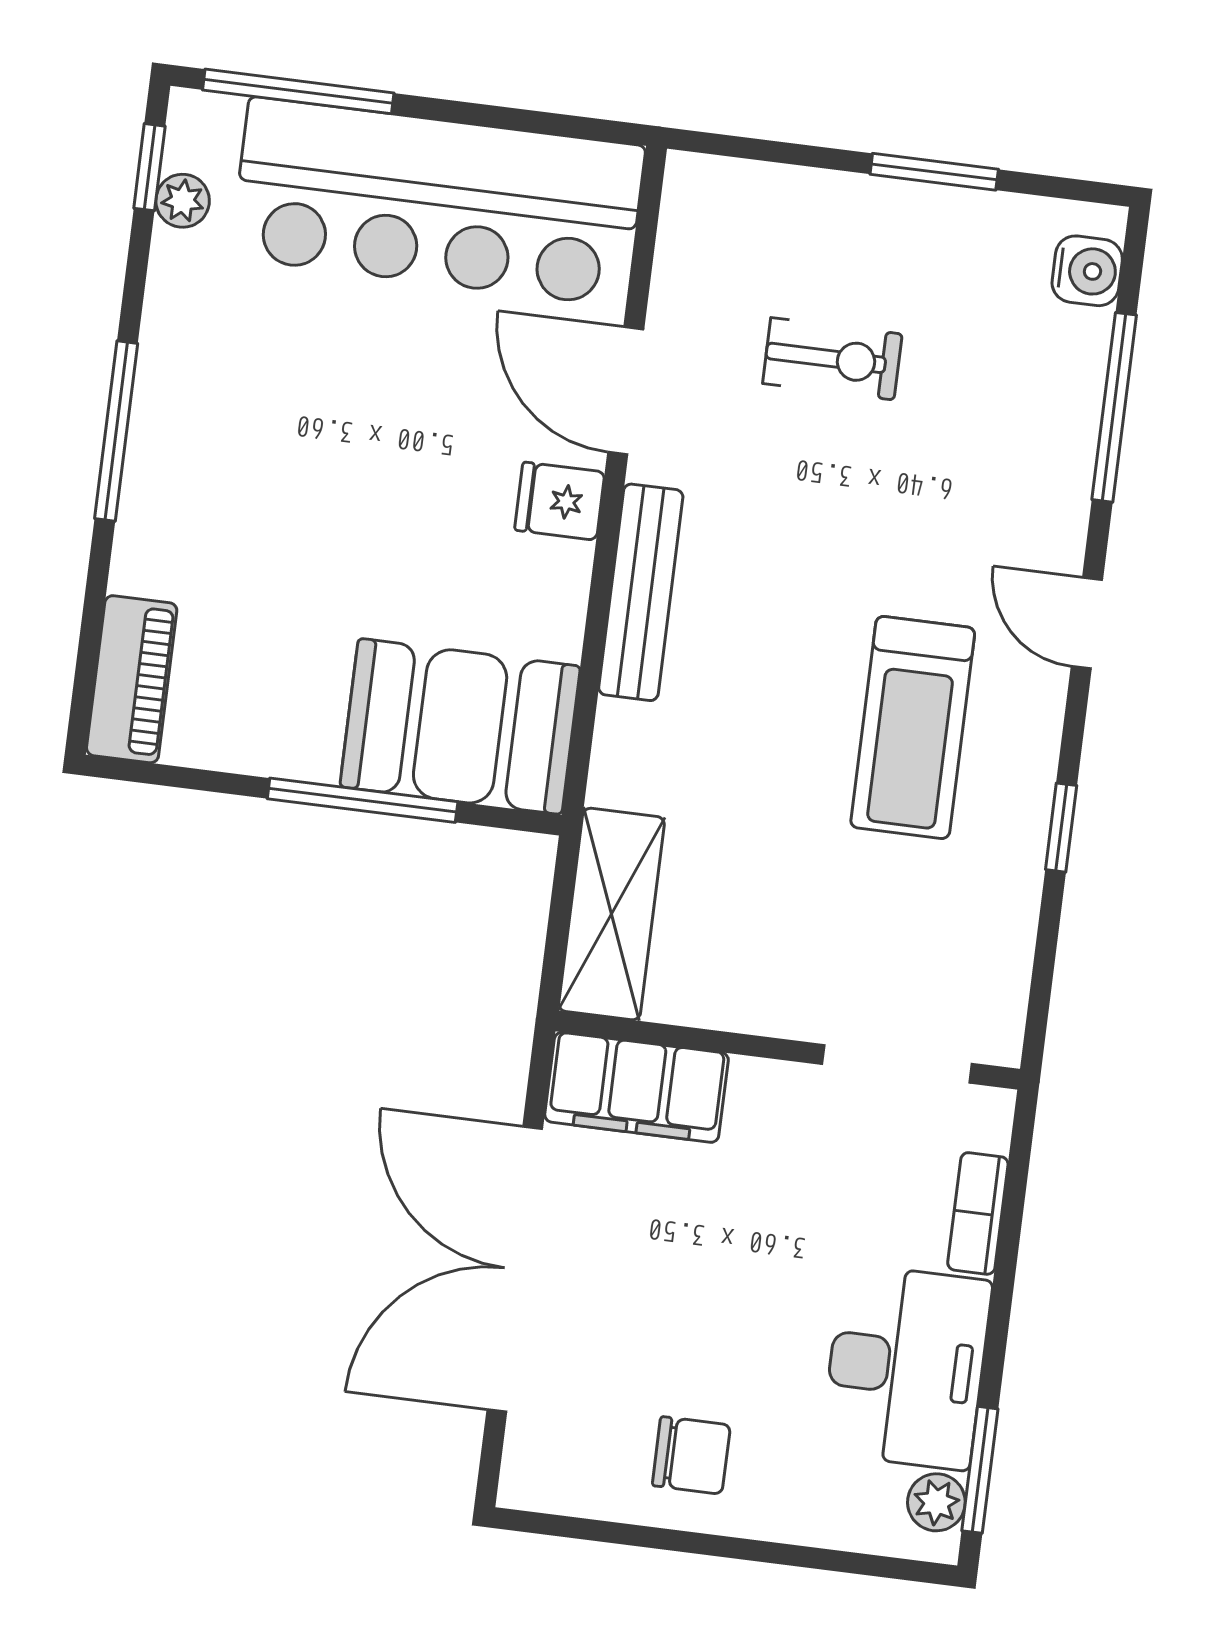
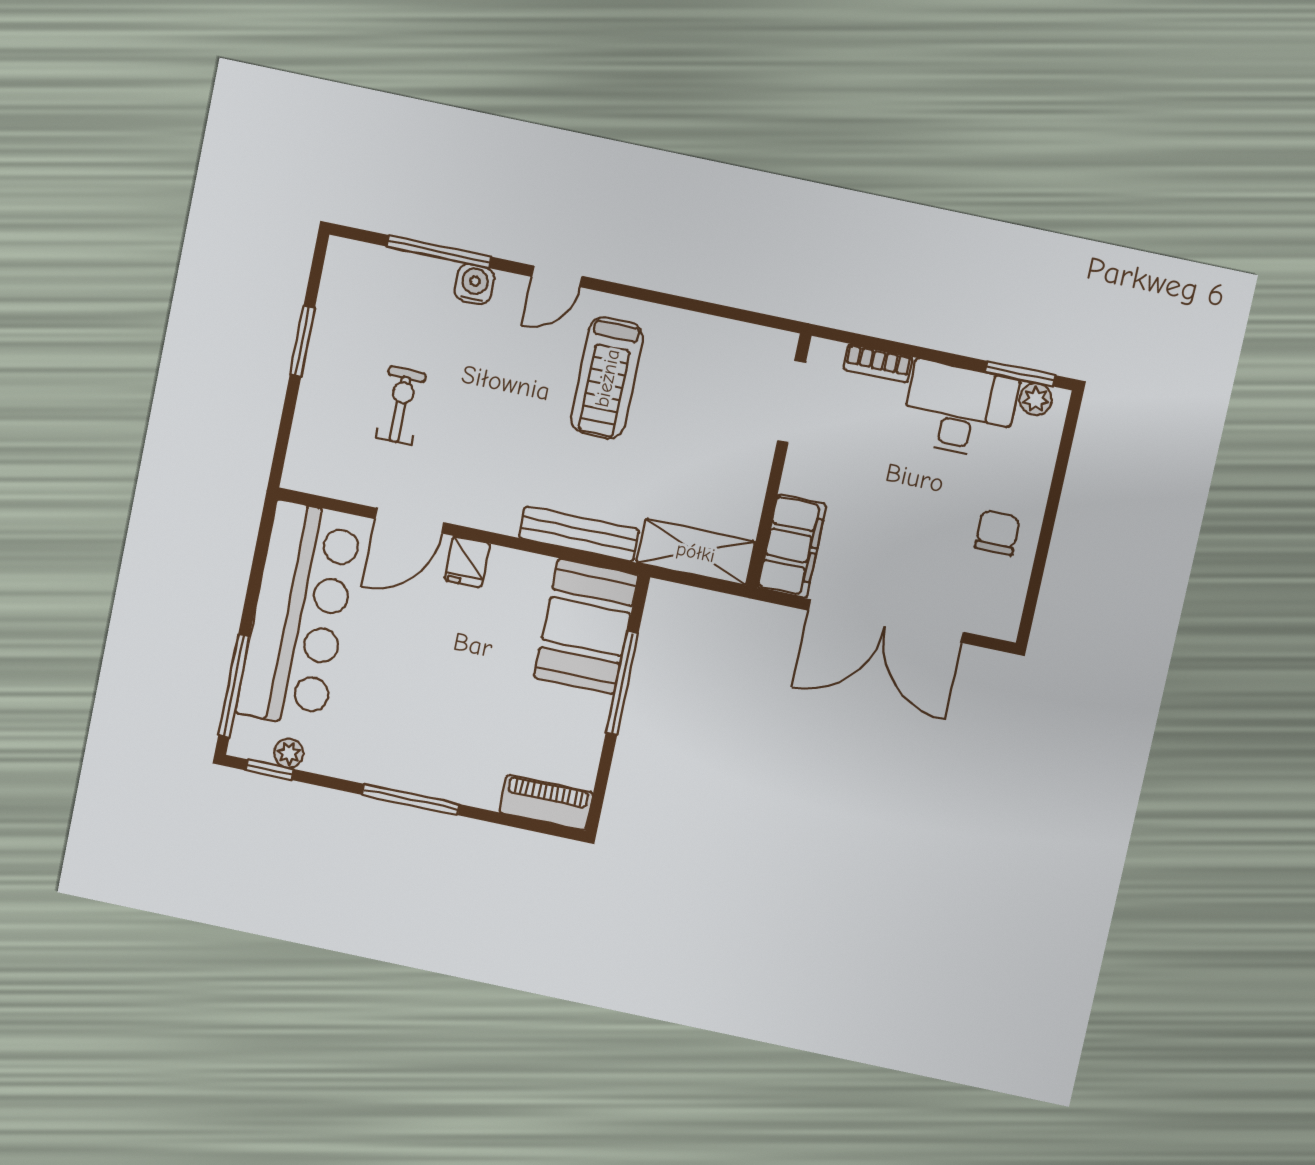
water cooler: (1087, 271) -> (474, 284), moved
bench: (641, 592) -> (579, 534), moved
treadmill: (913, 727) -> (607, 378), turned 90
window: (1061, 828) -> (669, 300), removed

